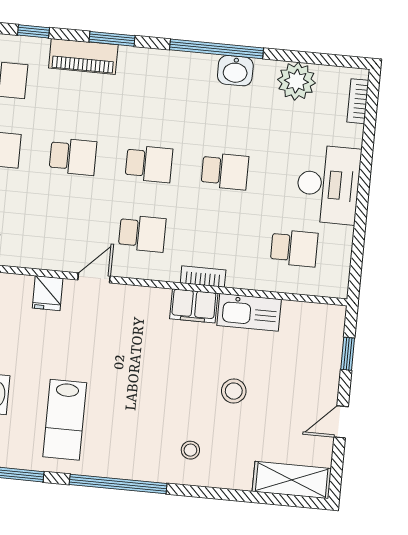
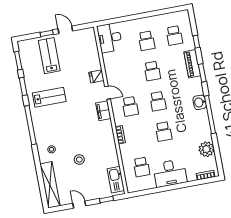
washbasin: (235, 71) -> (200, 102), moved
filing cabinet: (194, 306) -> (103, 111), moved
kitchen sink: (249, 312) -> (116, 180), moved
lab bench: (65, 420) -> (49, 97), turned 180
shelving: (292, 480) -> (50, 185), width x1.47

